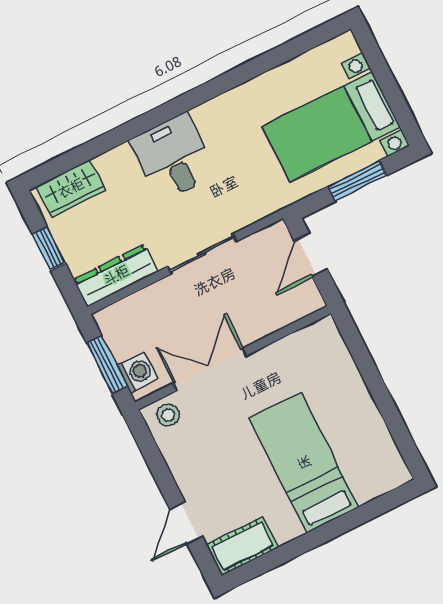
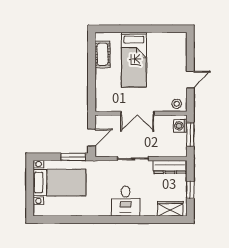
window: (358, 181) -> (73, 157), moved
double door: (210, 369) -> (137, 113), moved
door: (186, 523) -> (190, 79), moved
cot: (242, 546) -> (102, 54), moved, turned 90

